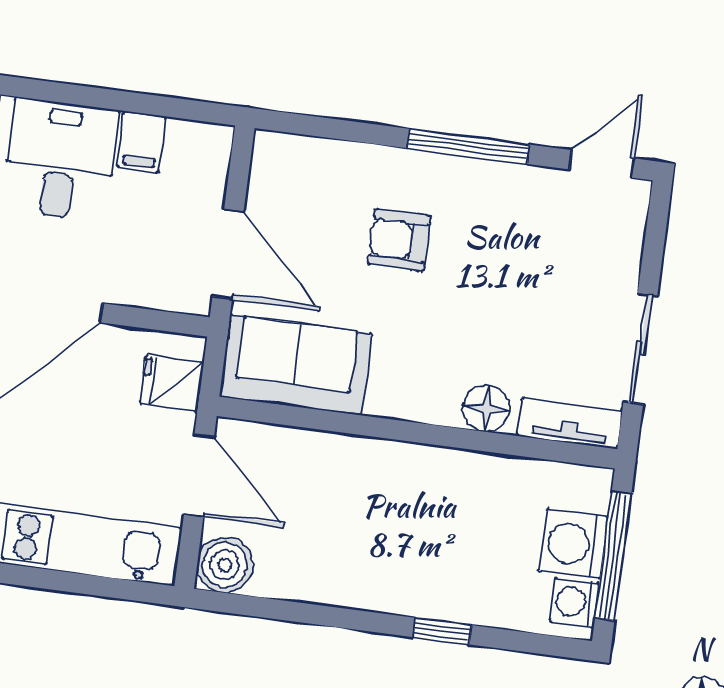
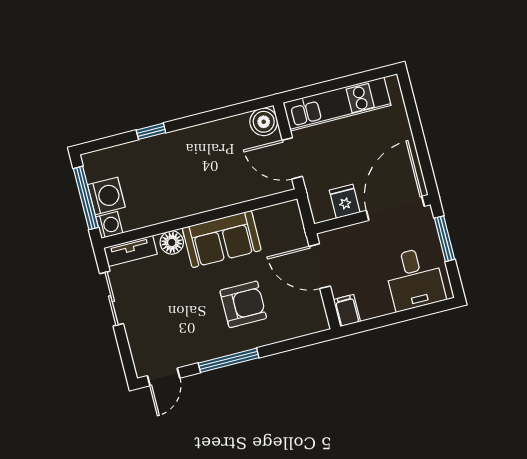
filing cabinet: (141, 142) -> (347, 311), moved
armchair: (399, 240) -> (243, 304), width x1.38, depth x1.38
sofa: (296, 365) -> (222, 239), moved
fridge: (172, 383) -> (345, 201), moved, turned -90
washing machine: (575, 602) -> (109, 225), moved

